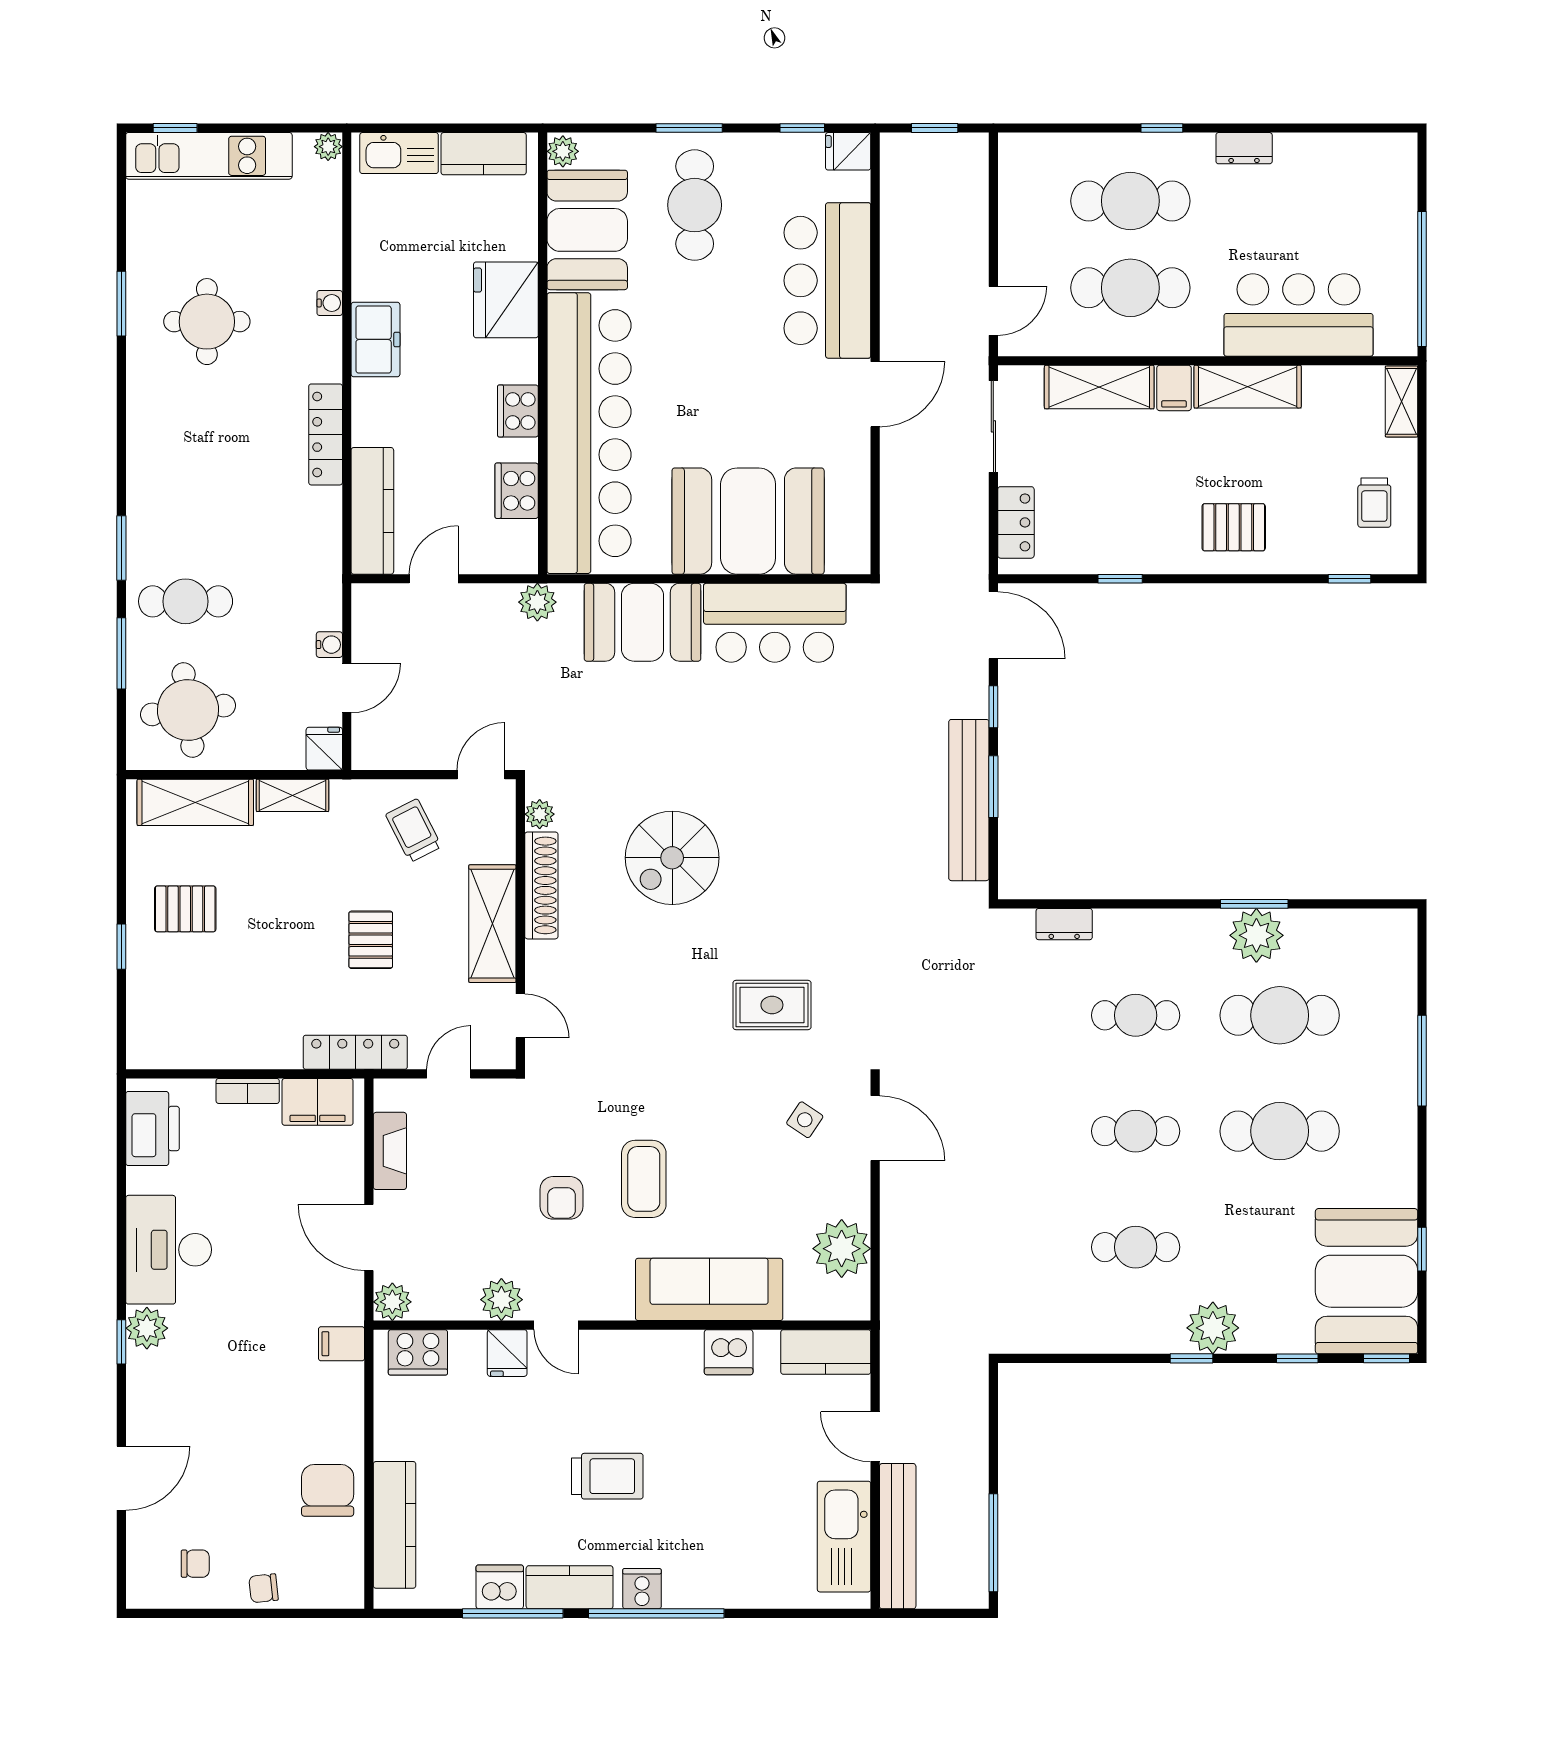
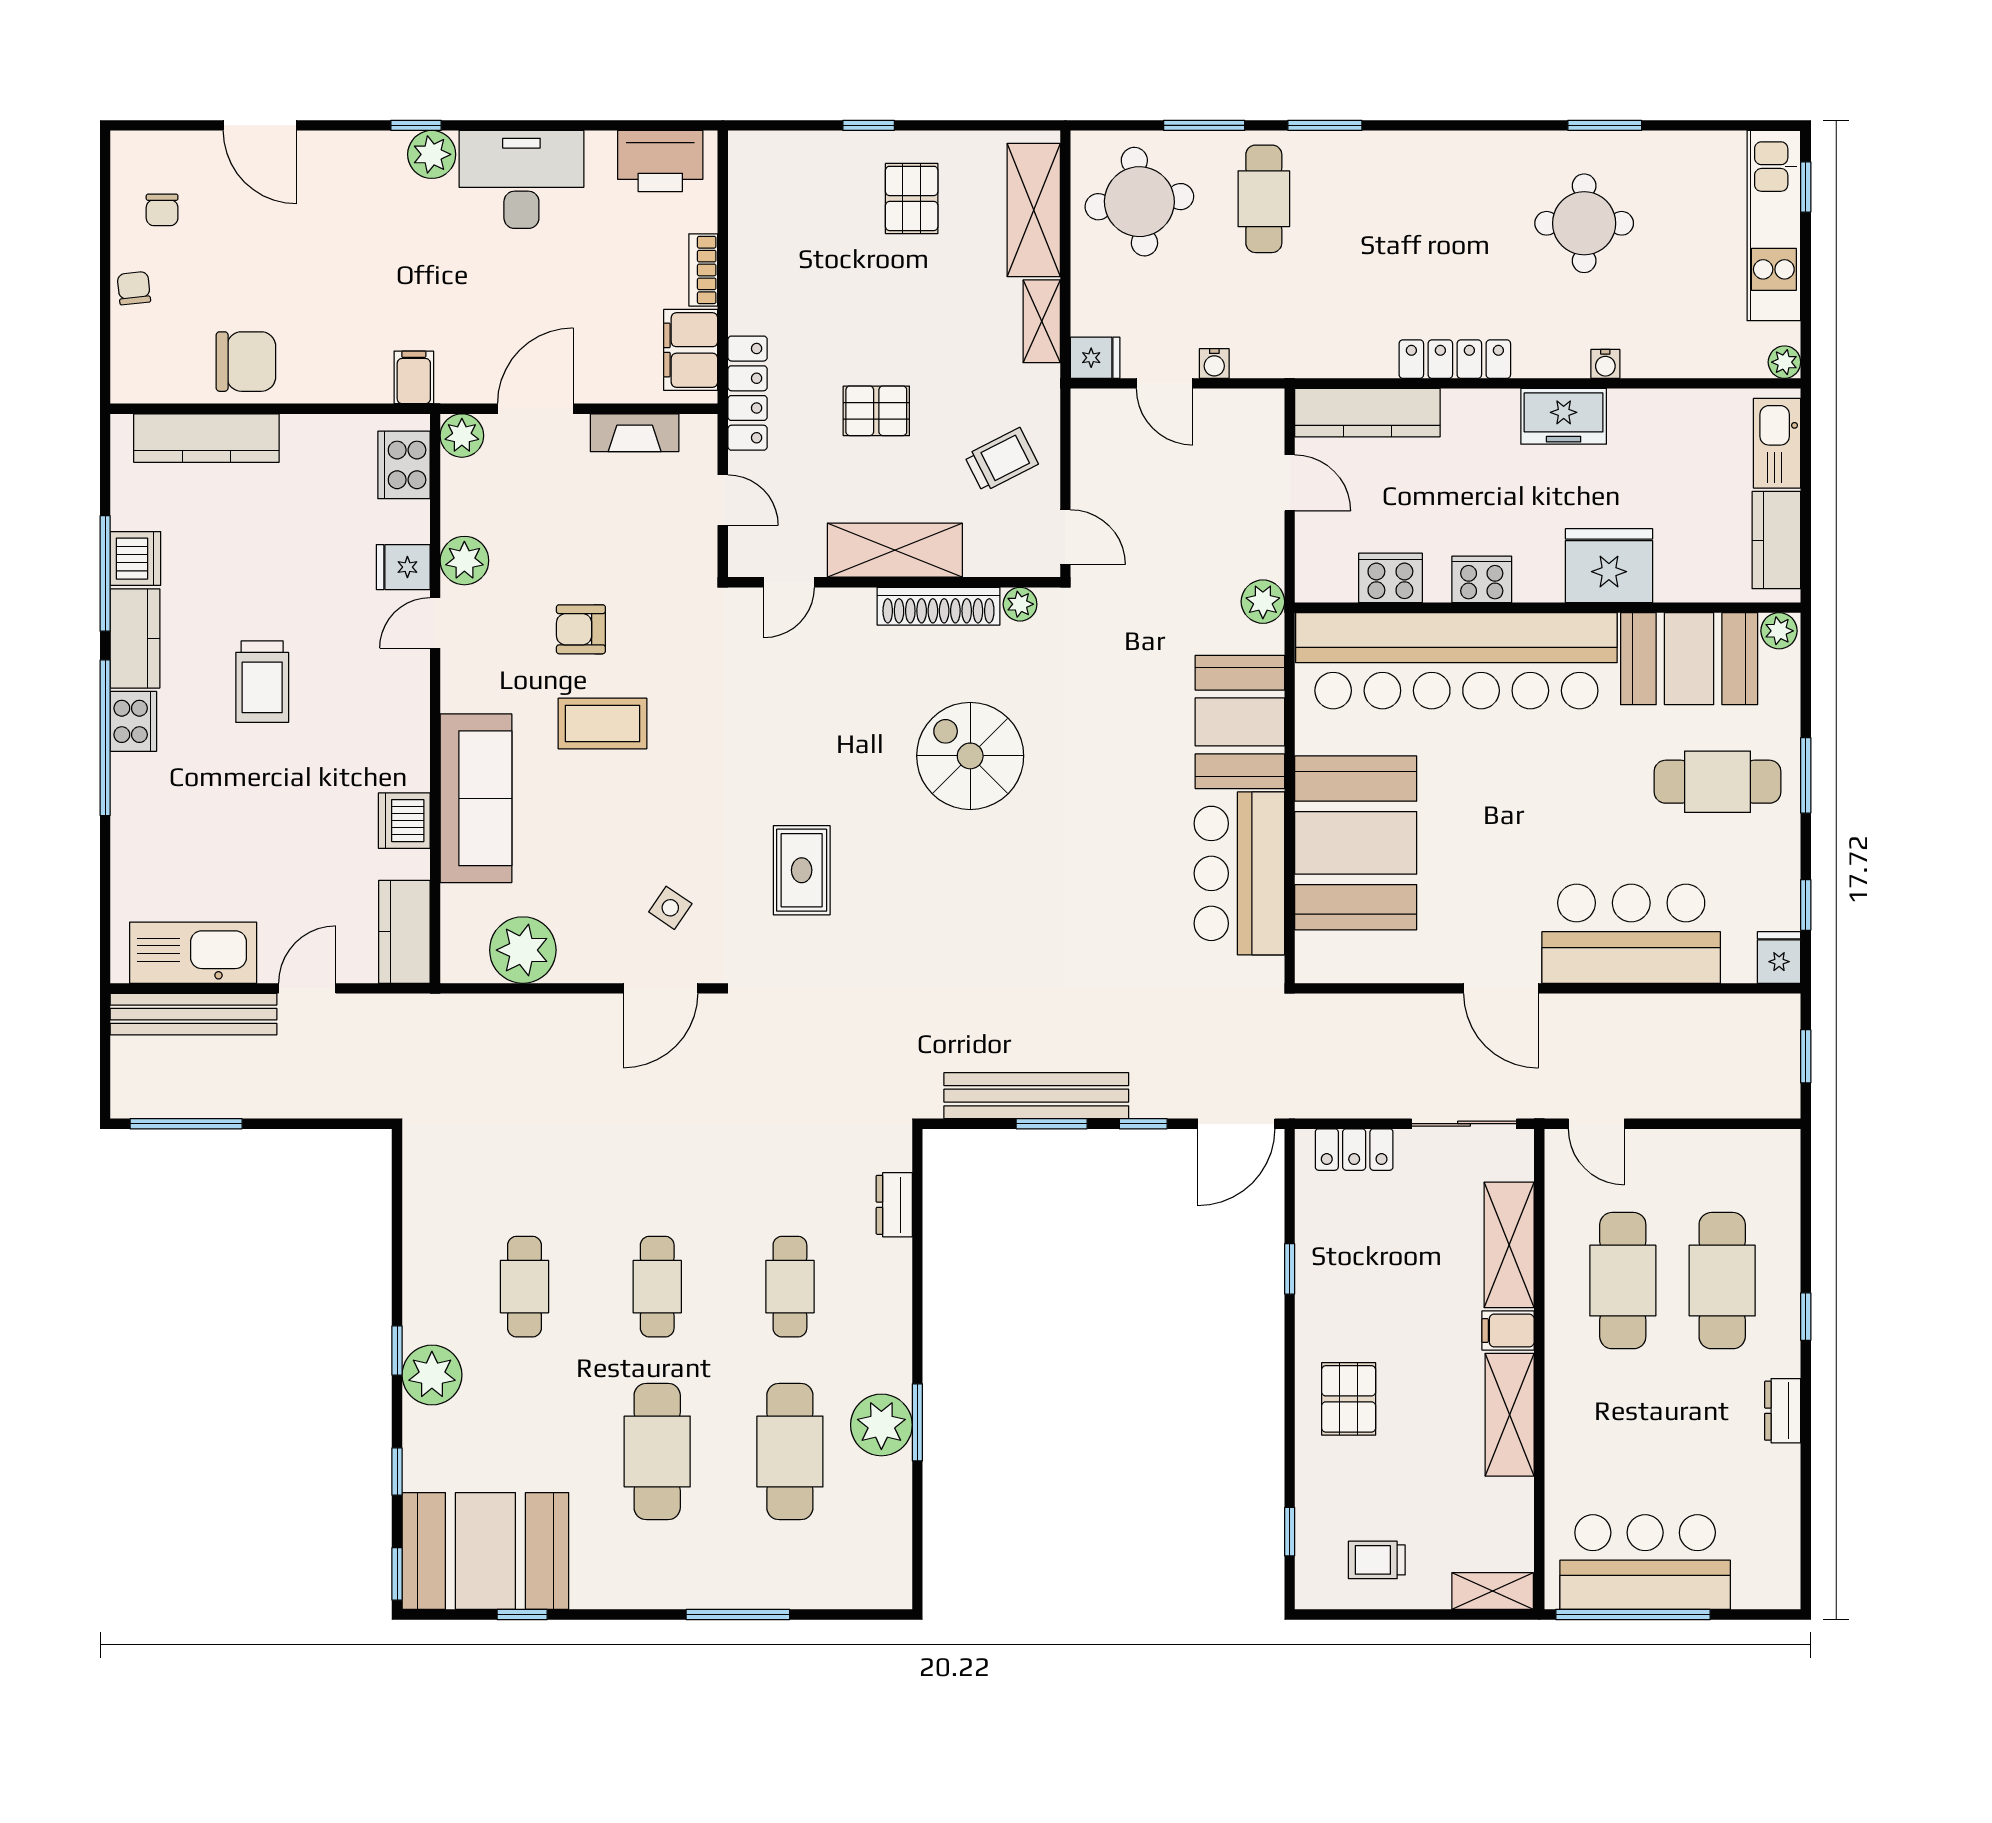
bar counter: (1299, 315) -> (1645, 1562), moved, turned -90
cooker: (642, 1589) -> (133, 721), width x1.36

